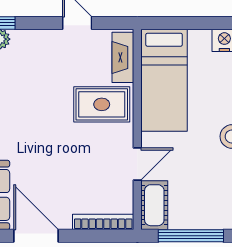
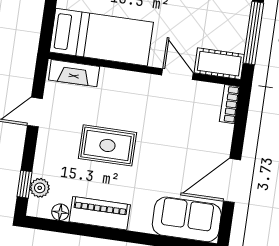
rug: (102, 104) -> (107, 145), moved, turned 90
bookcase: (103, 222) -> (230, 104), width x0.64

